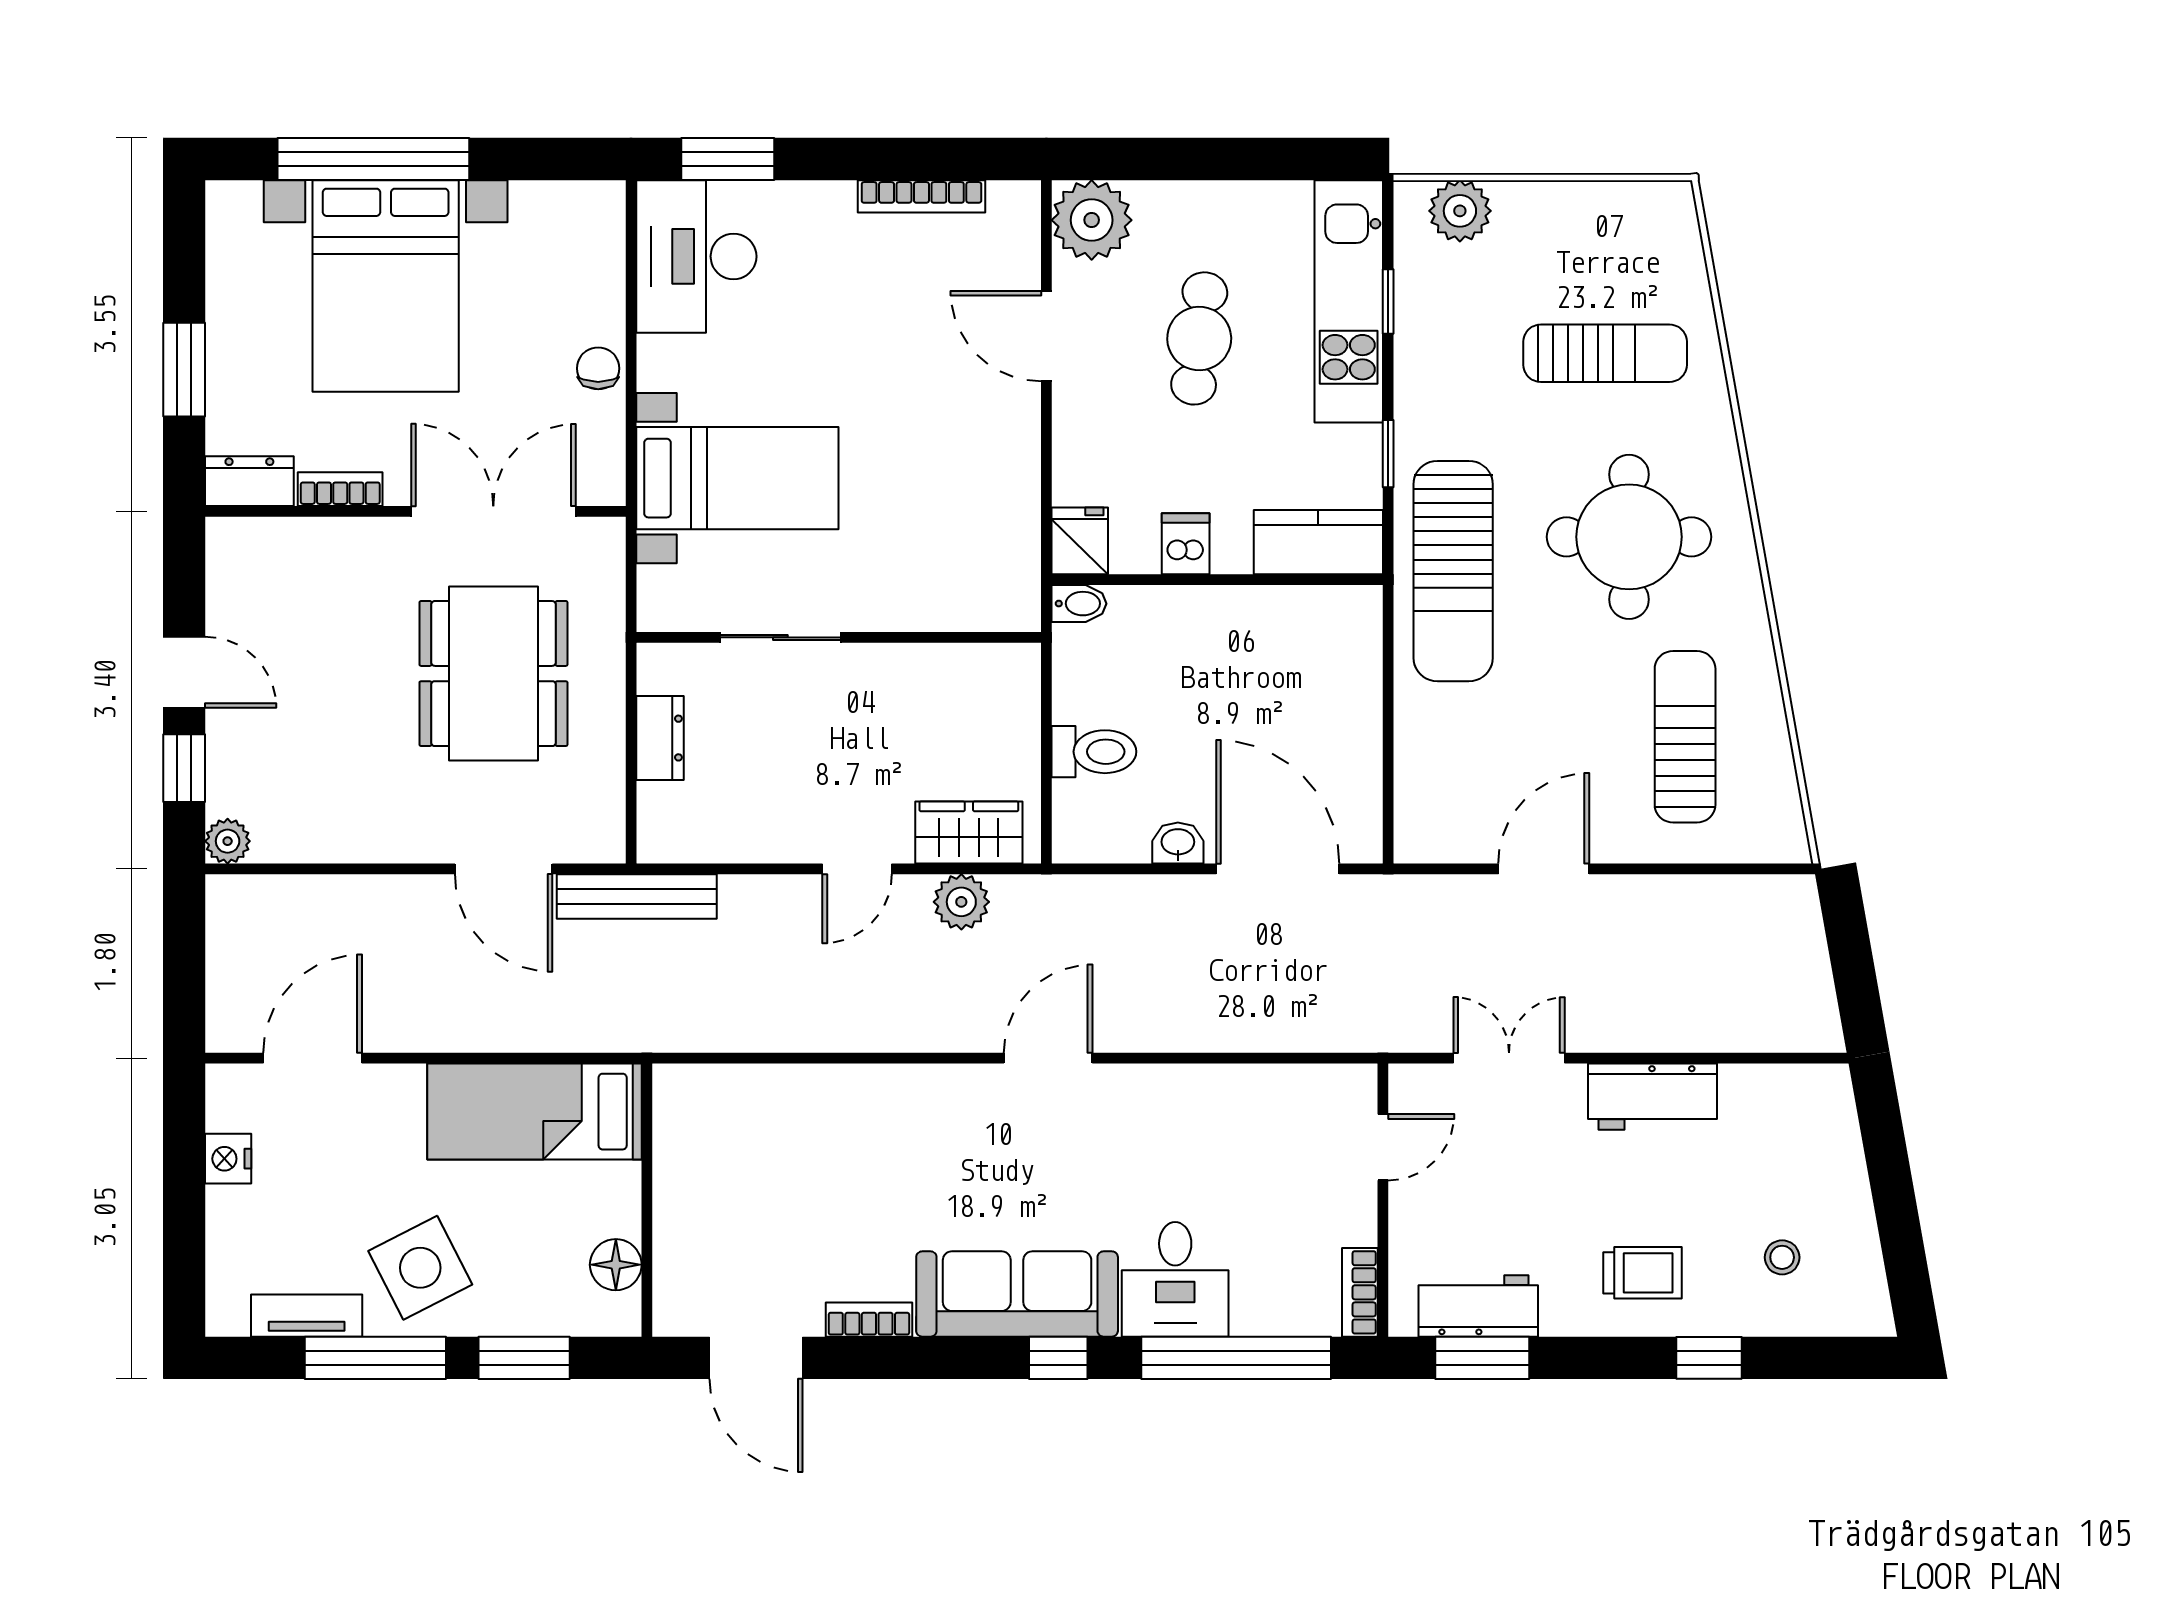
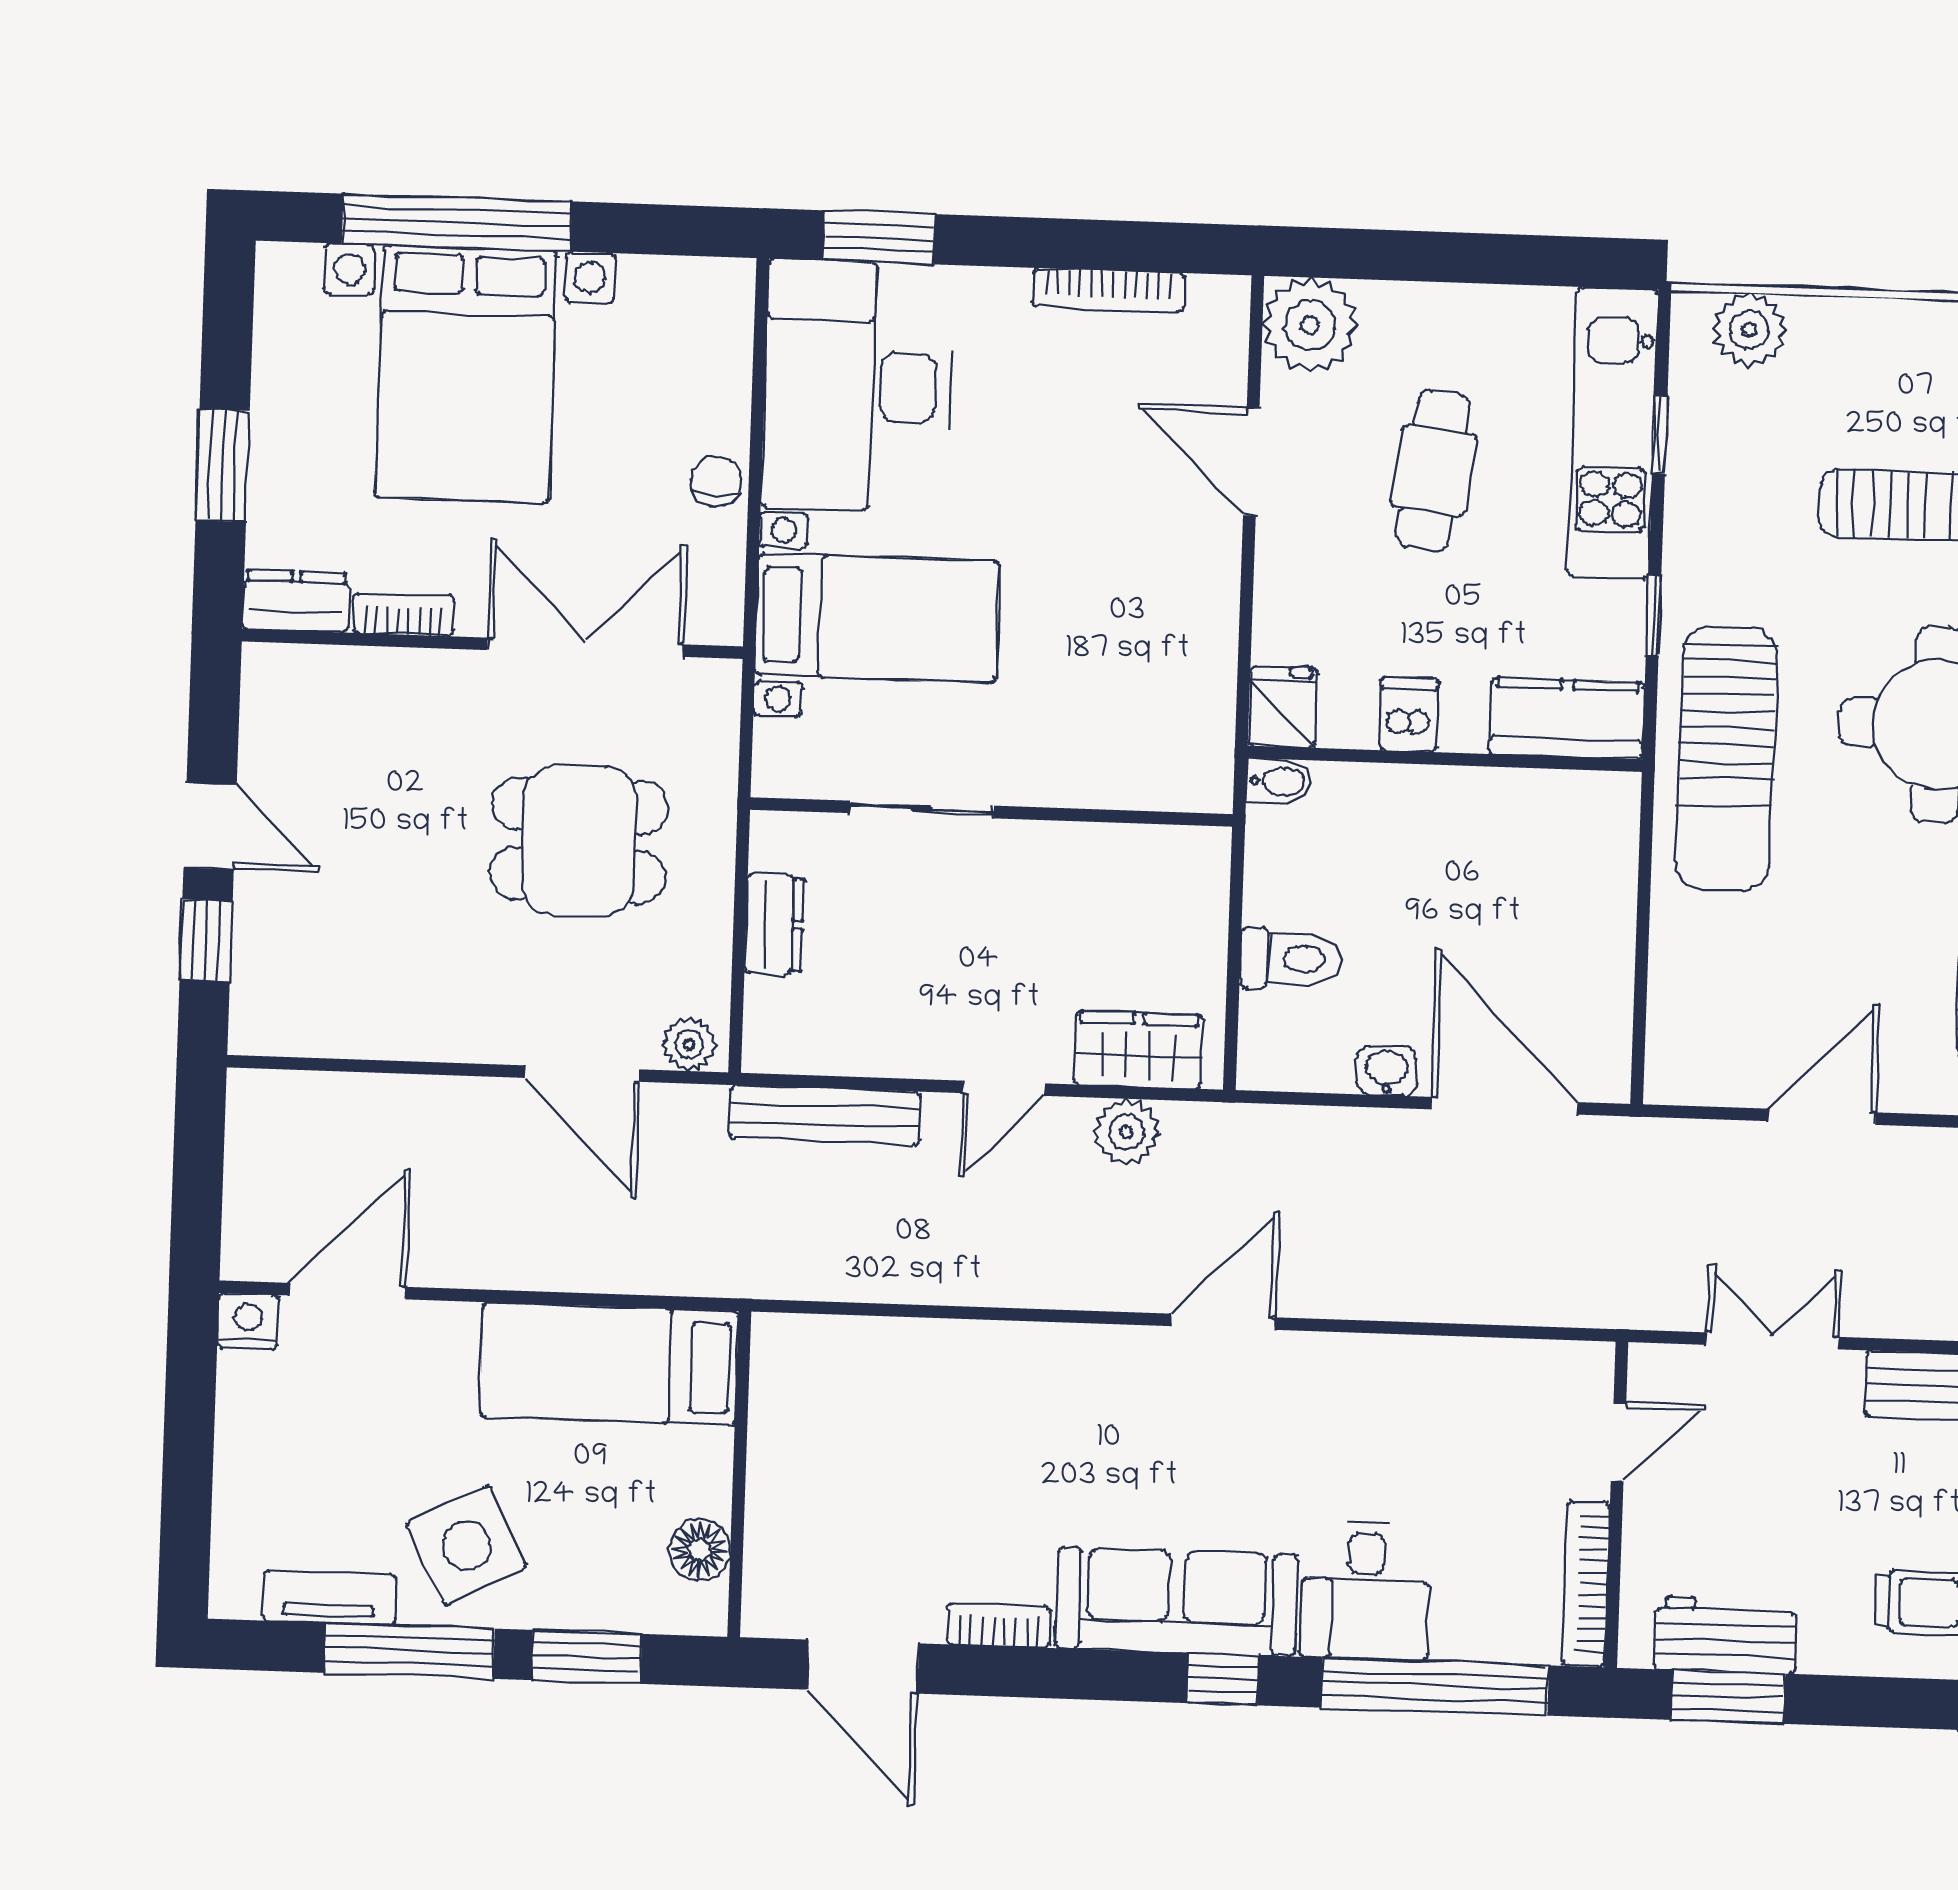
desk: (696, 256) -> (858, 386), width x1.36, depth x1.30
dining table: (493, 674) -> (579, 840), width x0.73
plant: (228, 841) -> (689, 1044), moved
bench: (637, 896) -> (825, 1115), moved
nightstand: (228, 1159) -> (248, 1321), moved, turned 90
bookcase: (1360, 1292) -> (1586, 1584), width x1.56

